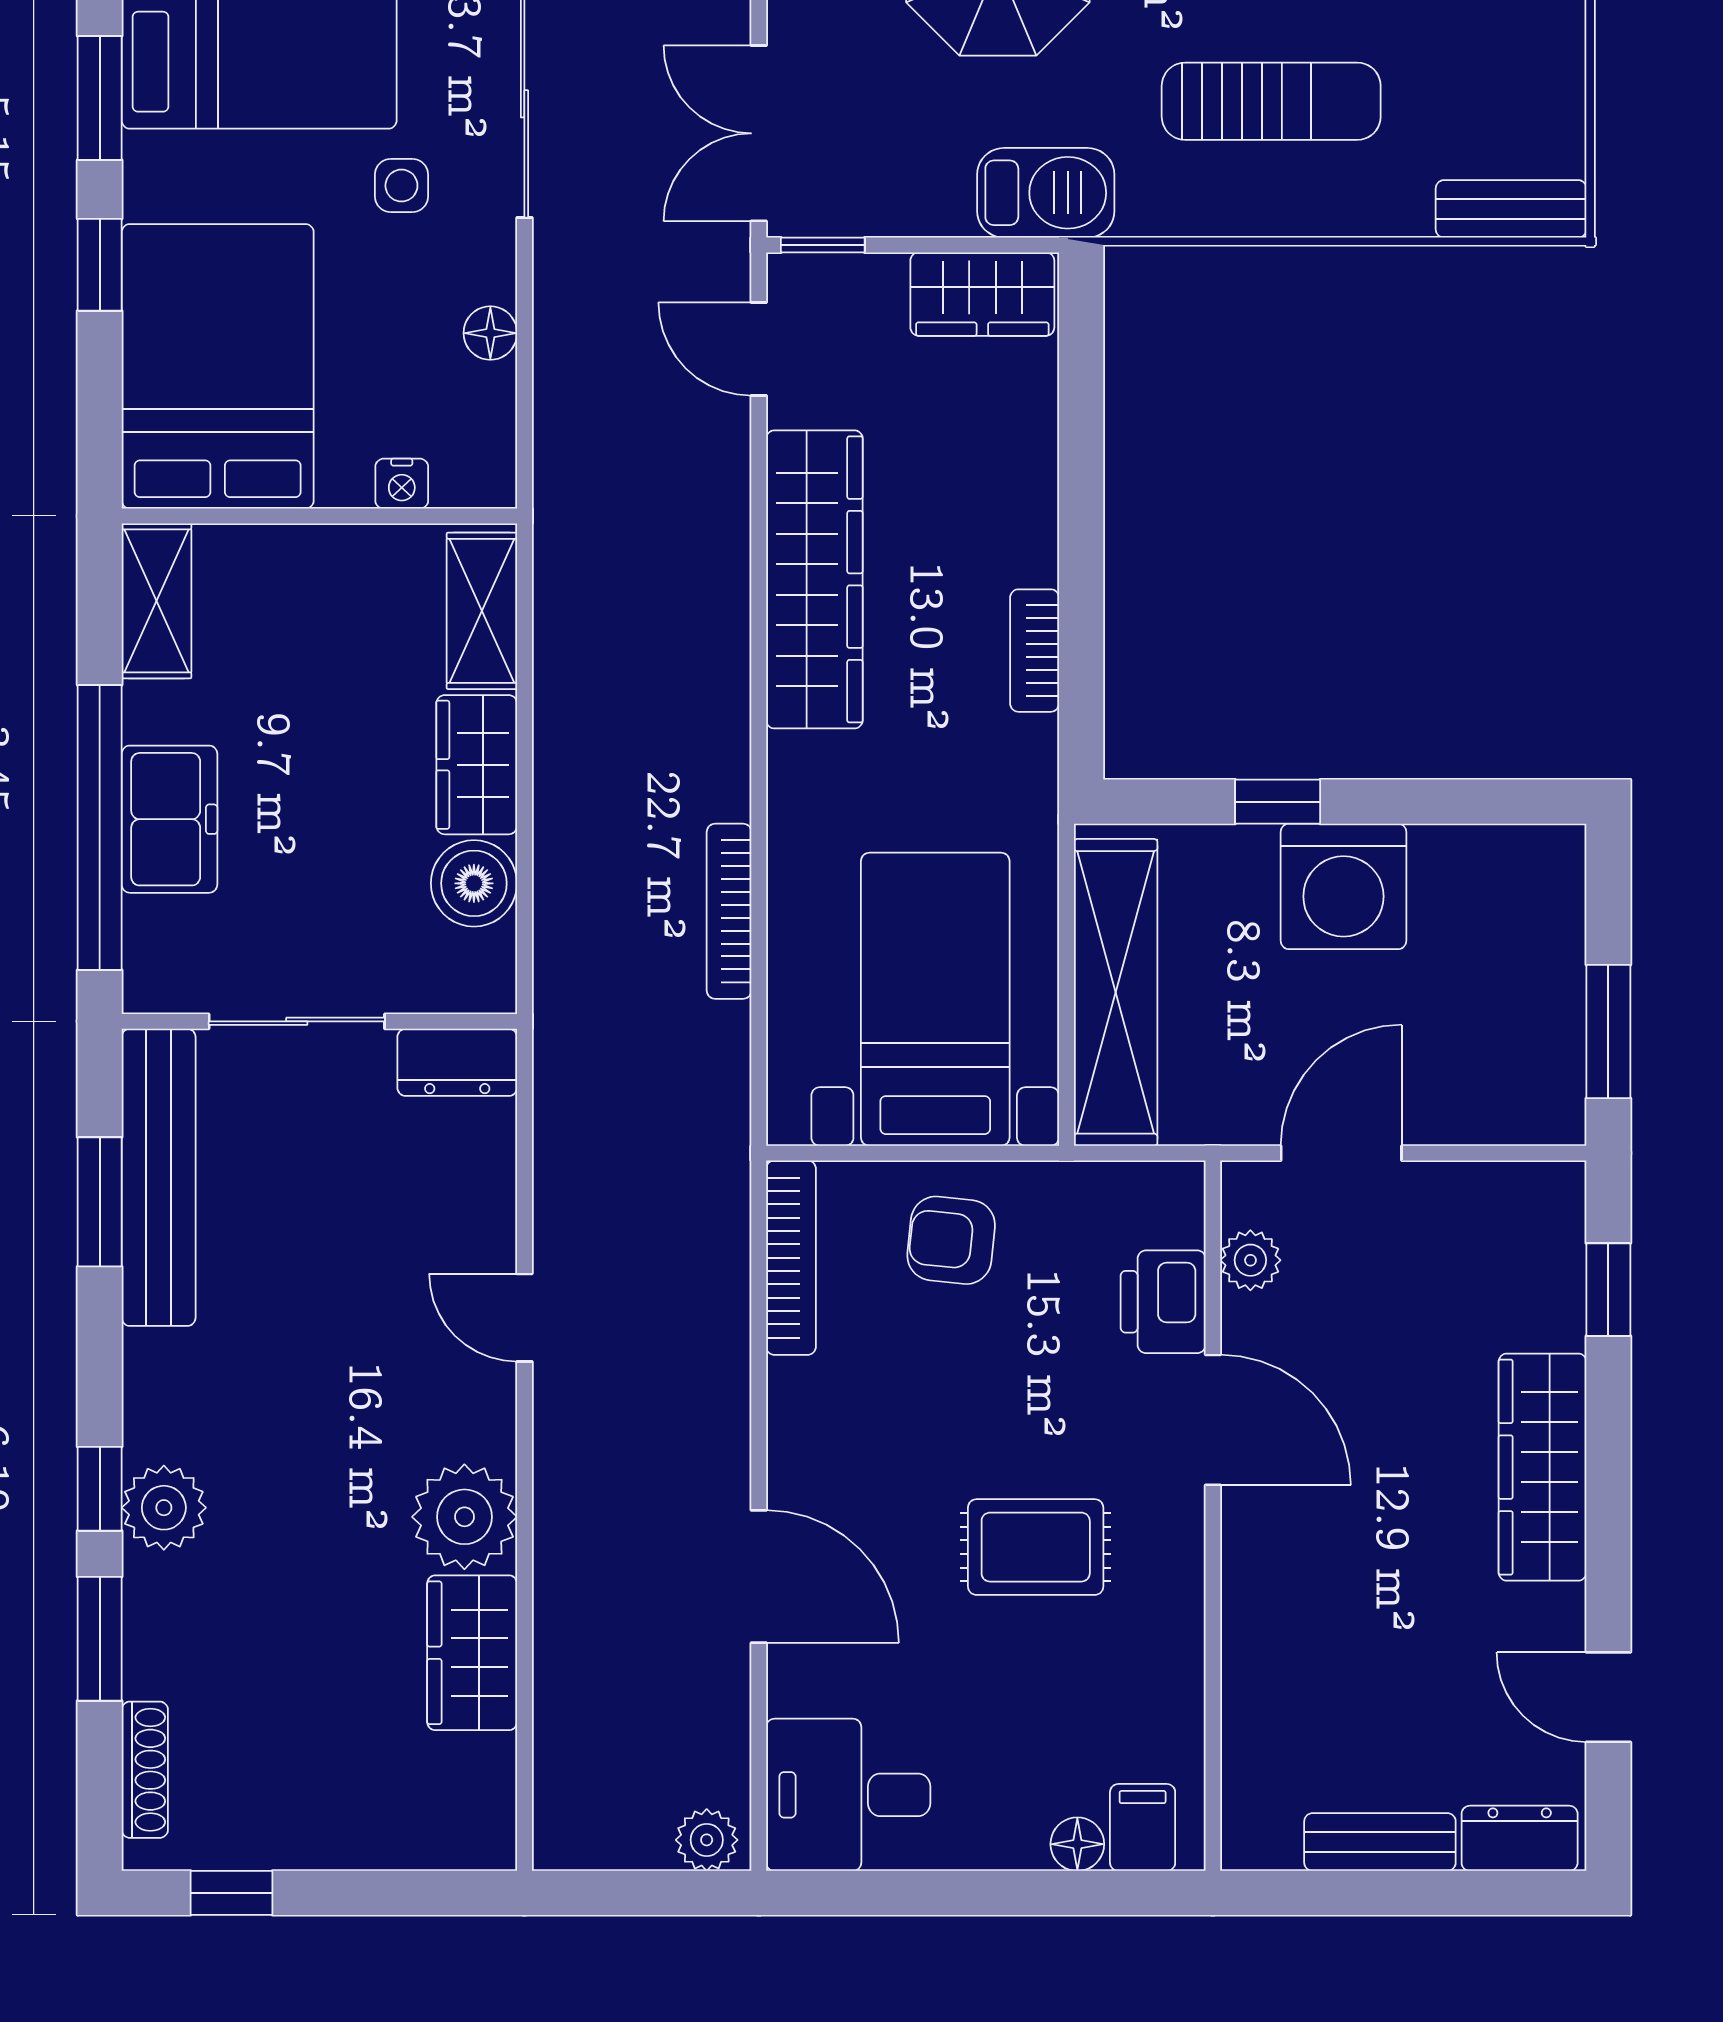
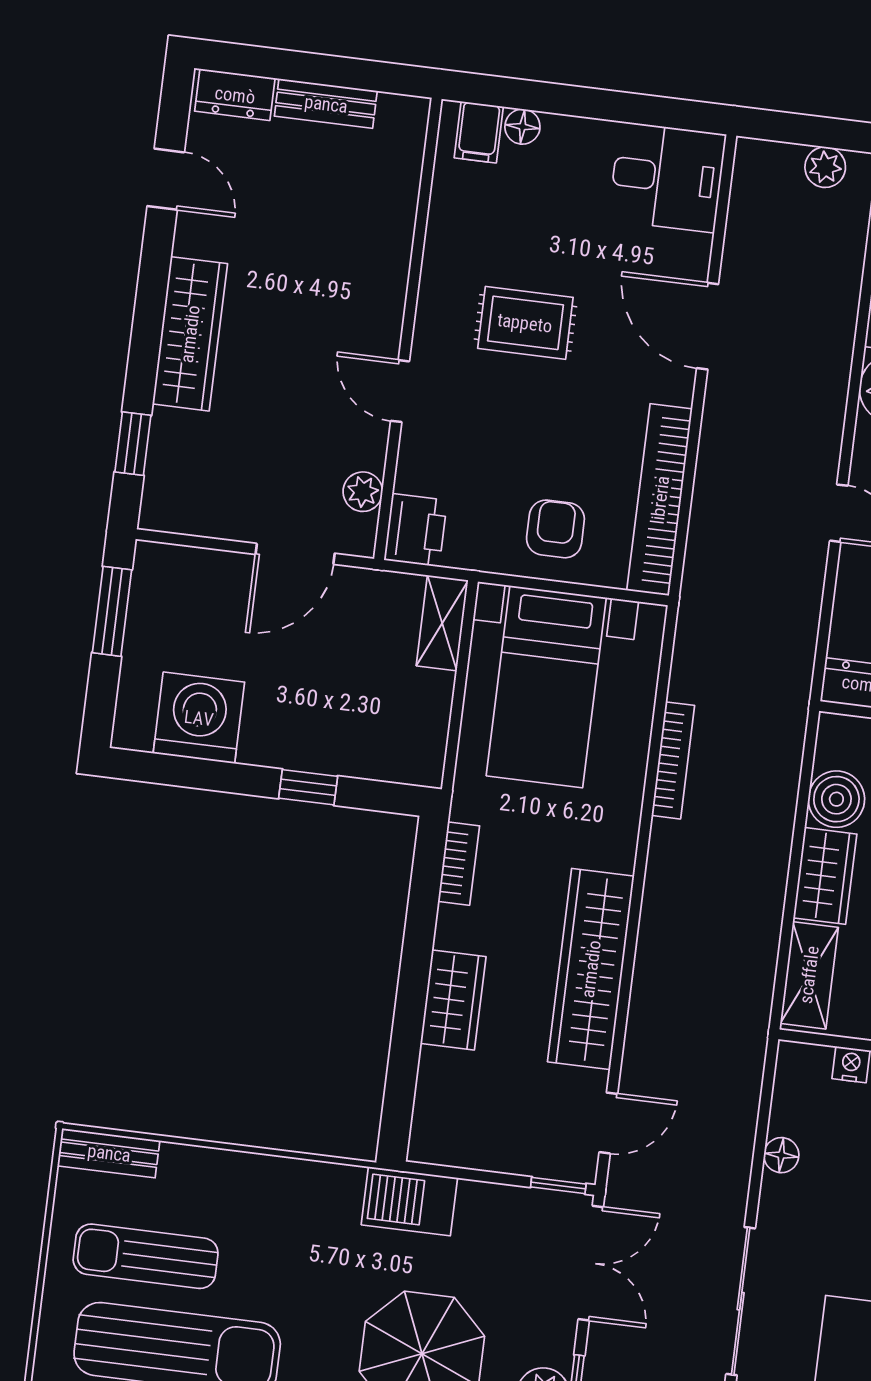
sun lounger: (1271, 101) -> (146, 1256), moved
side table: (401, 186) -> (827, 1258), removed
wardrobe: (982, 294) -> (453, 1000), moved, turned 90
door: (759, 349) -> (608, 1123), hinge flipped
bookcase: (1035, 651) -> (459, 864), moved
washing machine: (1343, 886) -> (199, 718), moved
shelving: (1116, 992) -> (442, 623), width x0.45, depth x0.75
armchair: (951, 1240) -> (555, 529), turned -96
bookcase: (791, 1258) -> (660, 500), width x1.48, depth x1.31
printer: (1163, 1302) -> (416, 530), moved
door: (1213, 1420) -> (400, 391), width x0.73
plant: (707, 1840) -> (825, 167), moved

